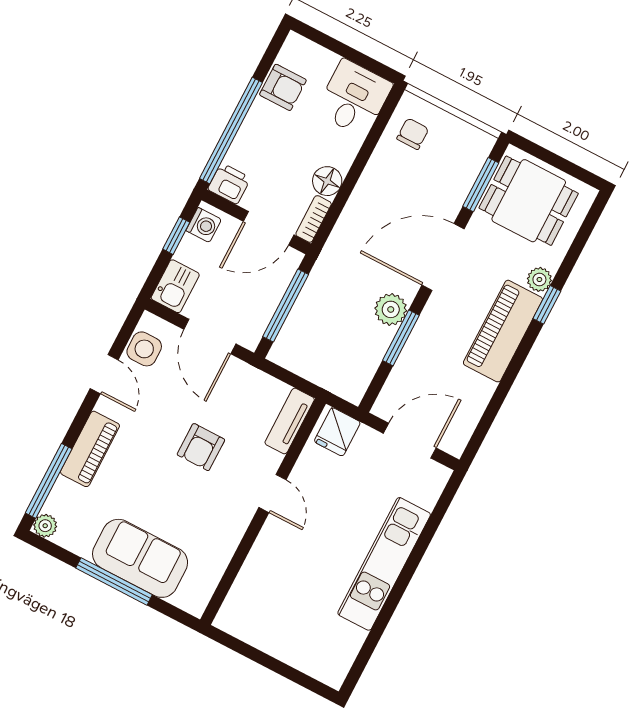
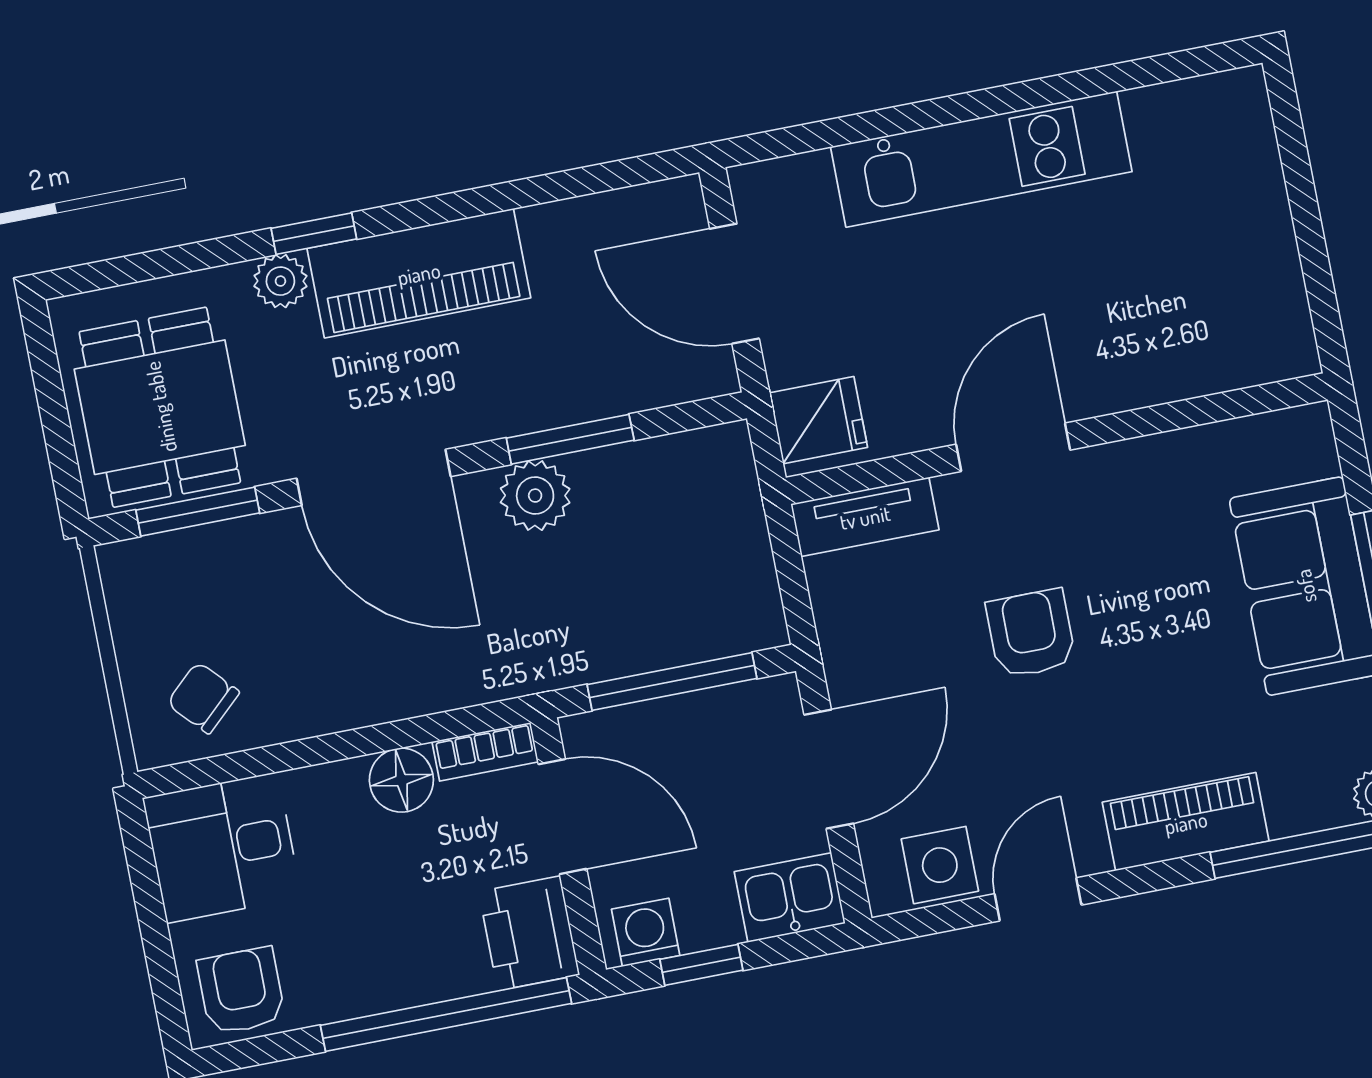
armchair: (283, 87) -> (241, 991), moved
chair: (413, 134) -> (203, 698), turned 47
printer: (229, 184) -> (529, 933), width x1.36, depth x1.24
armchair: (201, 447) -> (1031, 634), turned -90
door: (272, 494) -> (1013, 447), width x1.38

